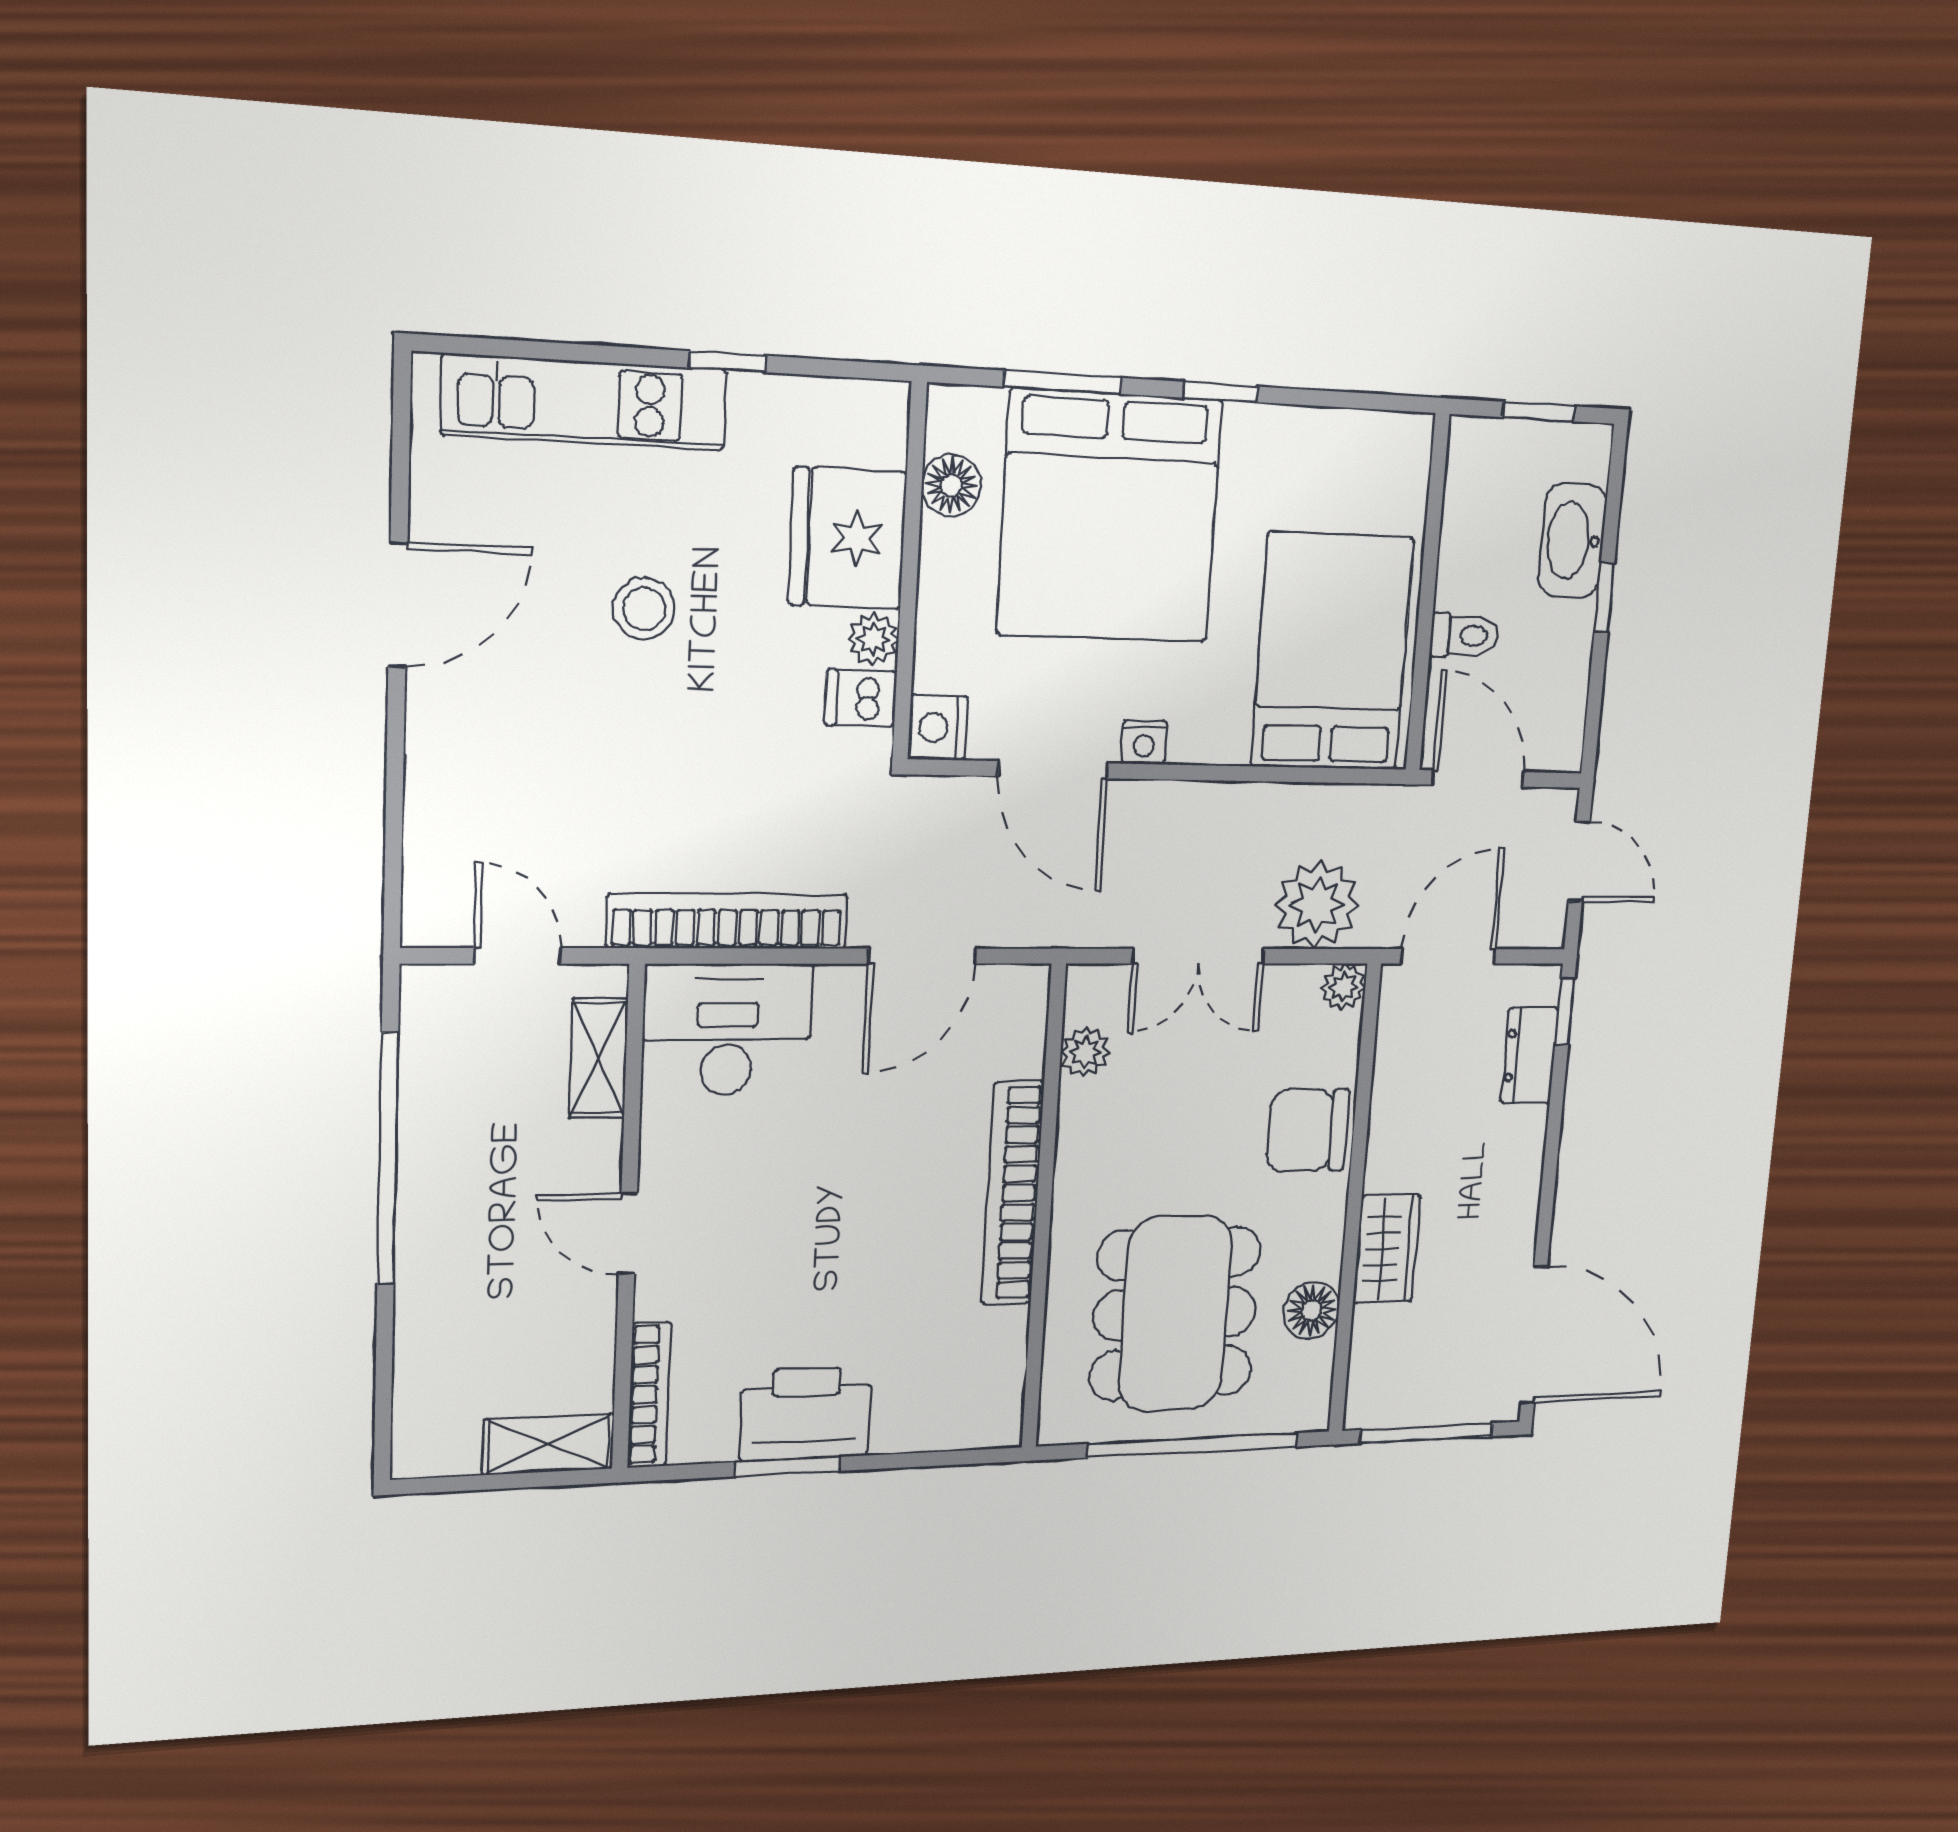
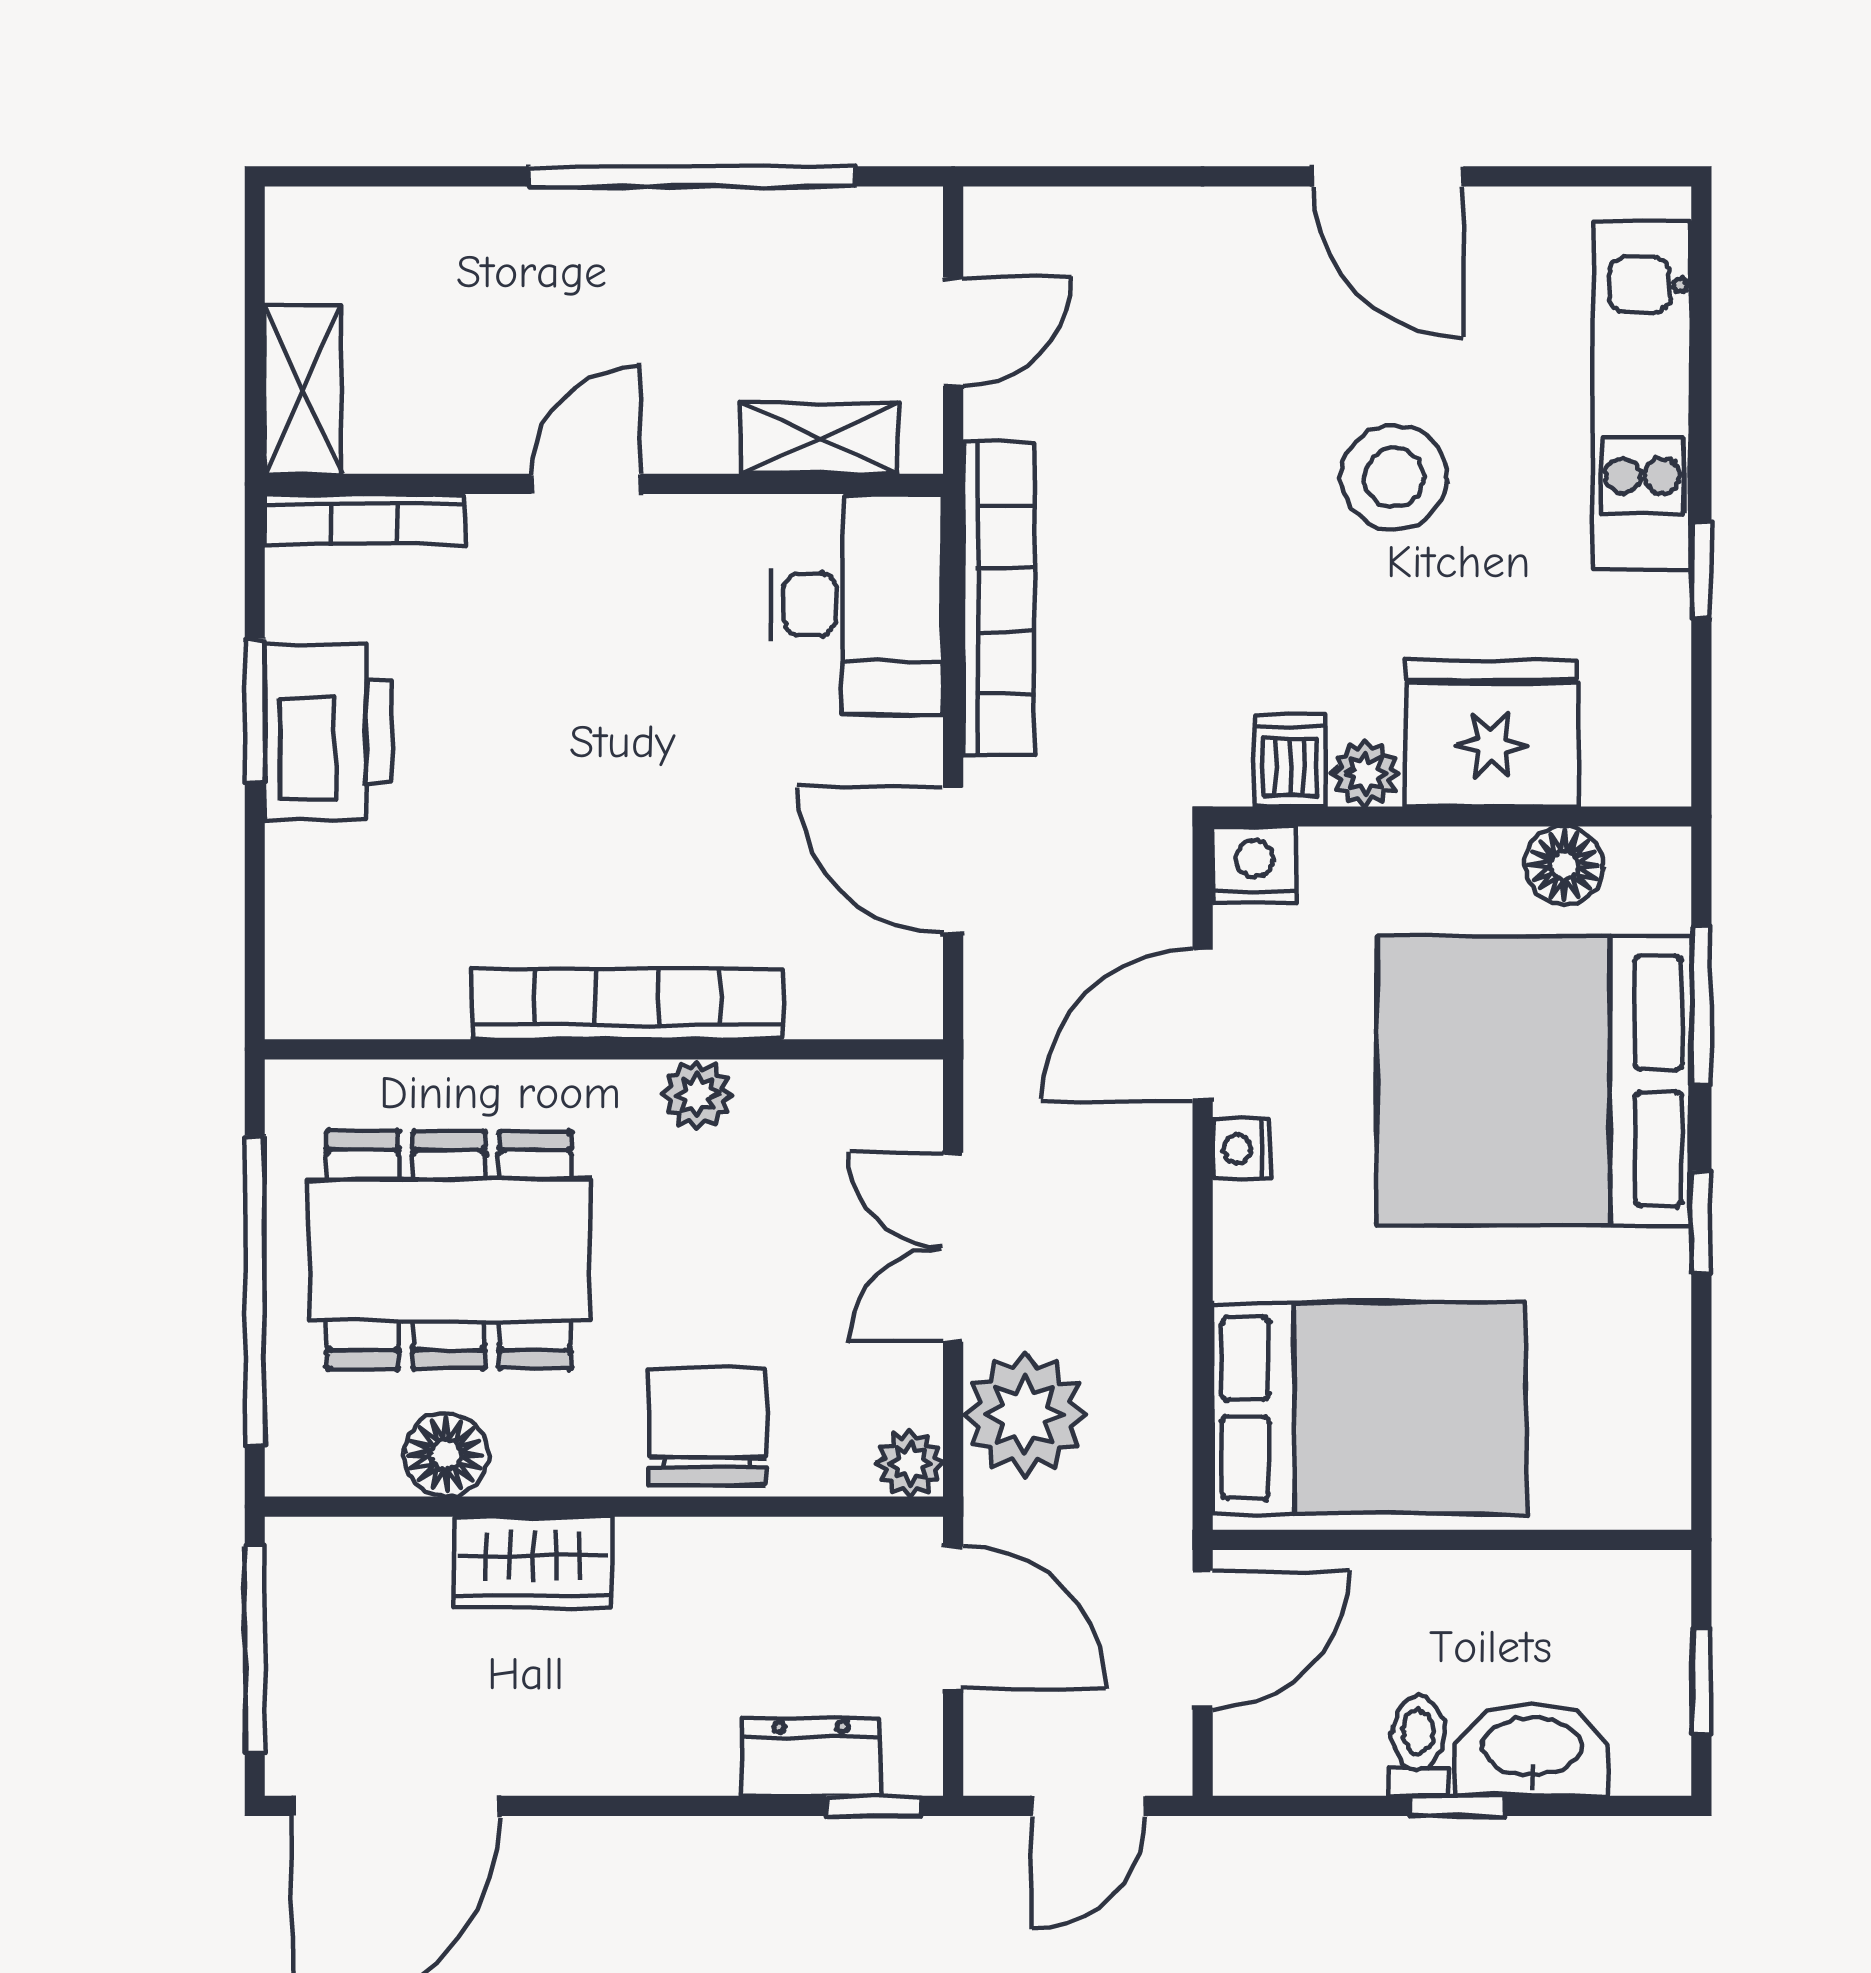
stool: (644, 609) -> (1394, 477), width x1.38, depth x1.38
toilet: (1464, 636) -> (1418, 1746), moved, turned 180
plant: (1085, 1052) -> (697, 1094), moved

